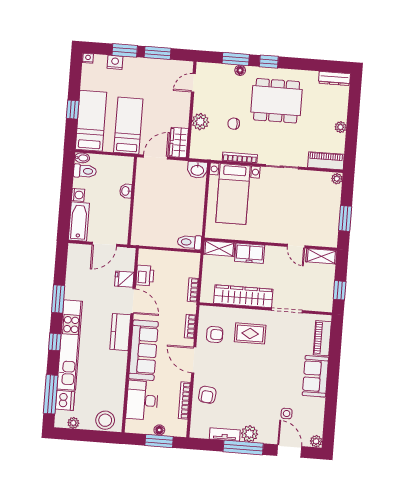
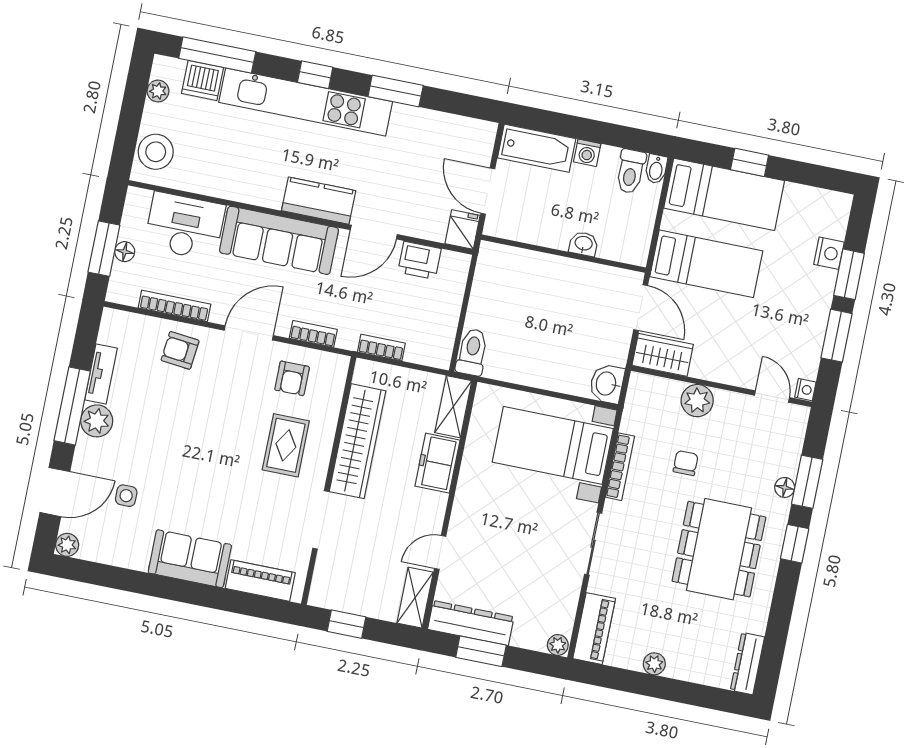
nightstand: (88, 58) -> (805, 390), moved
dresser: (331, 226) -> (471, 623), added
fridge: (124, 279) -> (462, 230), moved

